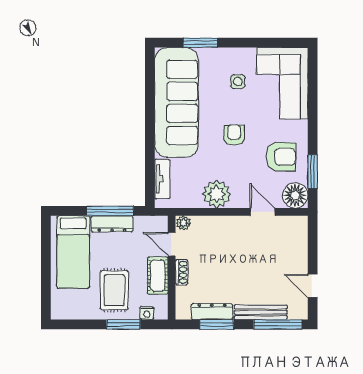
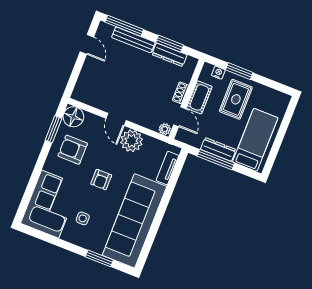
door: (262, 212) -> (116, 119), moved

